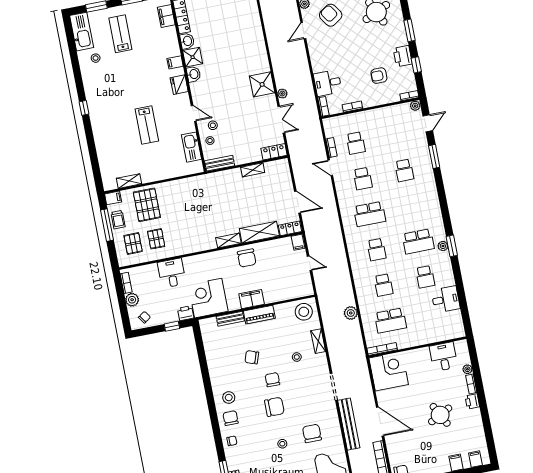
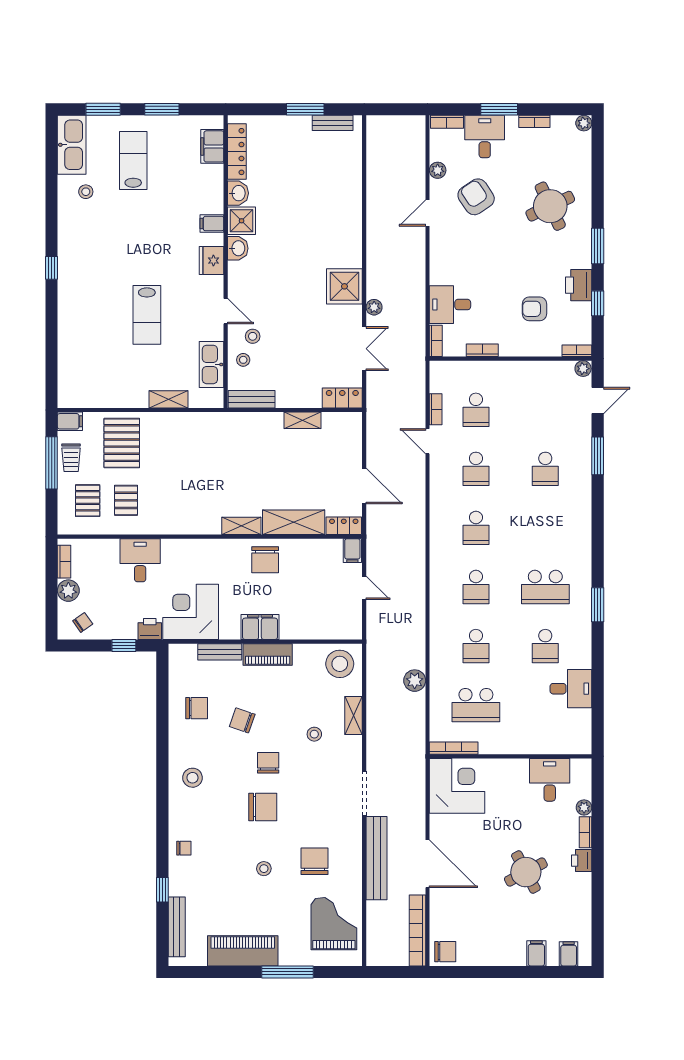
shelving: (129, 181) -> (168, 399), moved
school desk: (370, 214) -> (476, 528), width x0.54
plant: (443, 246) -> (583, 602), removed
chair: (231, 418) -> (197, 708), moved, turned 90

